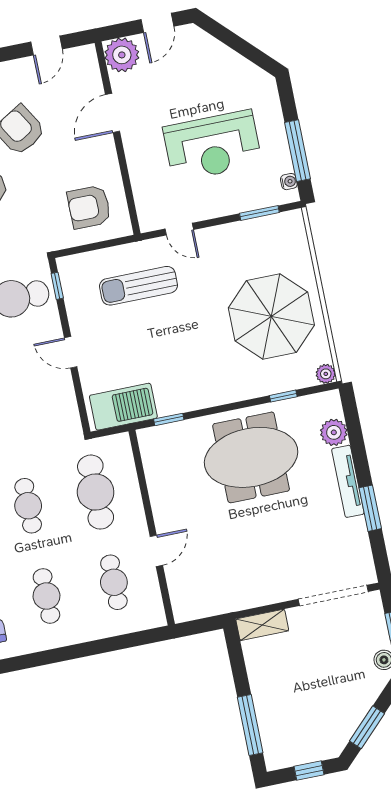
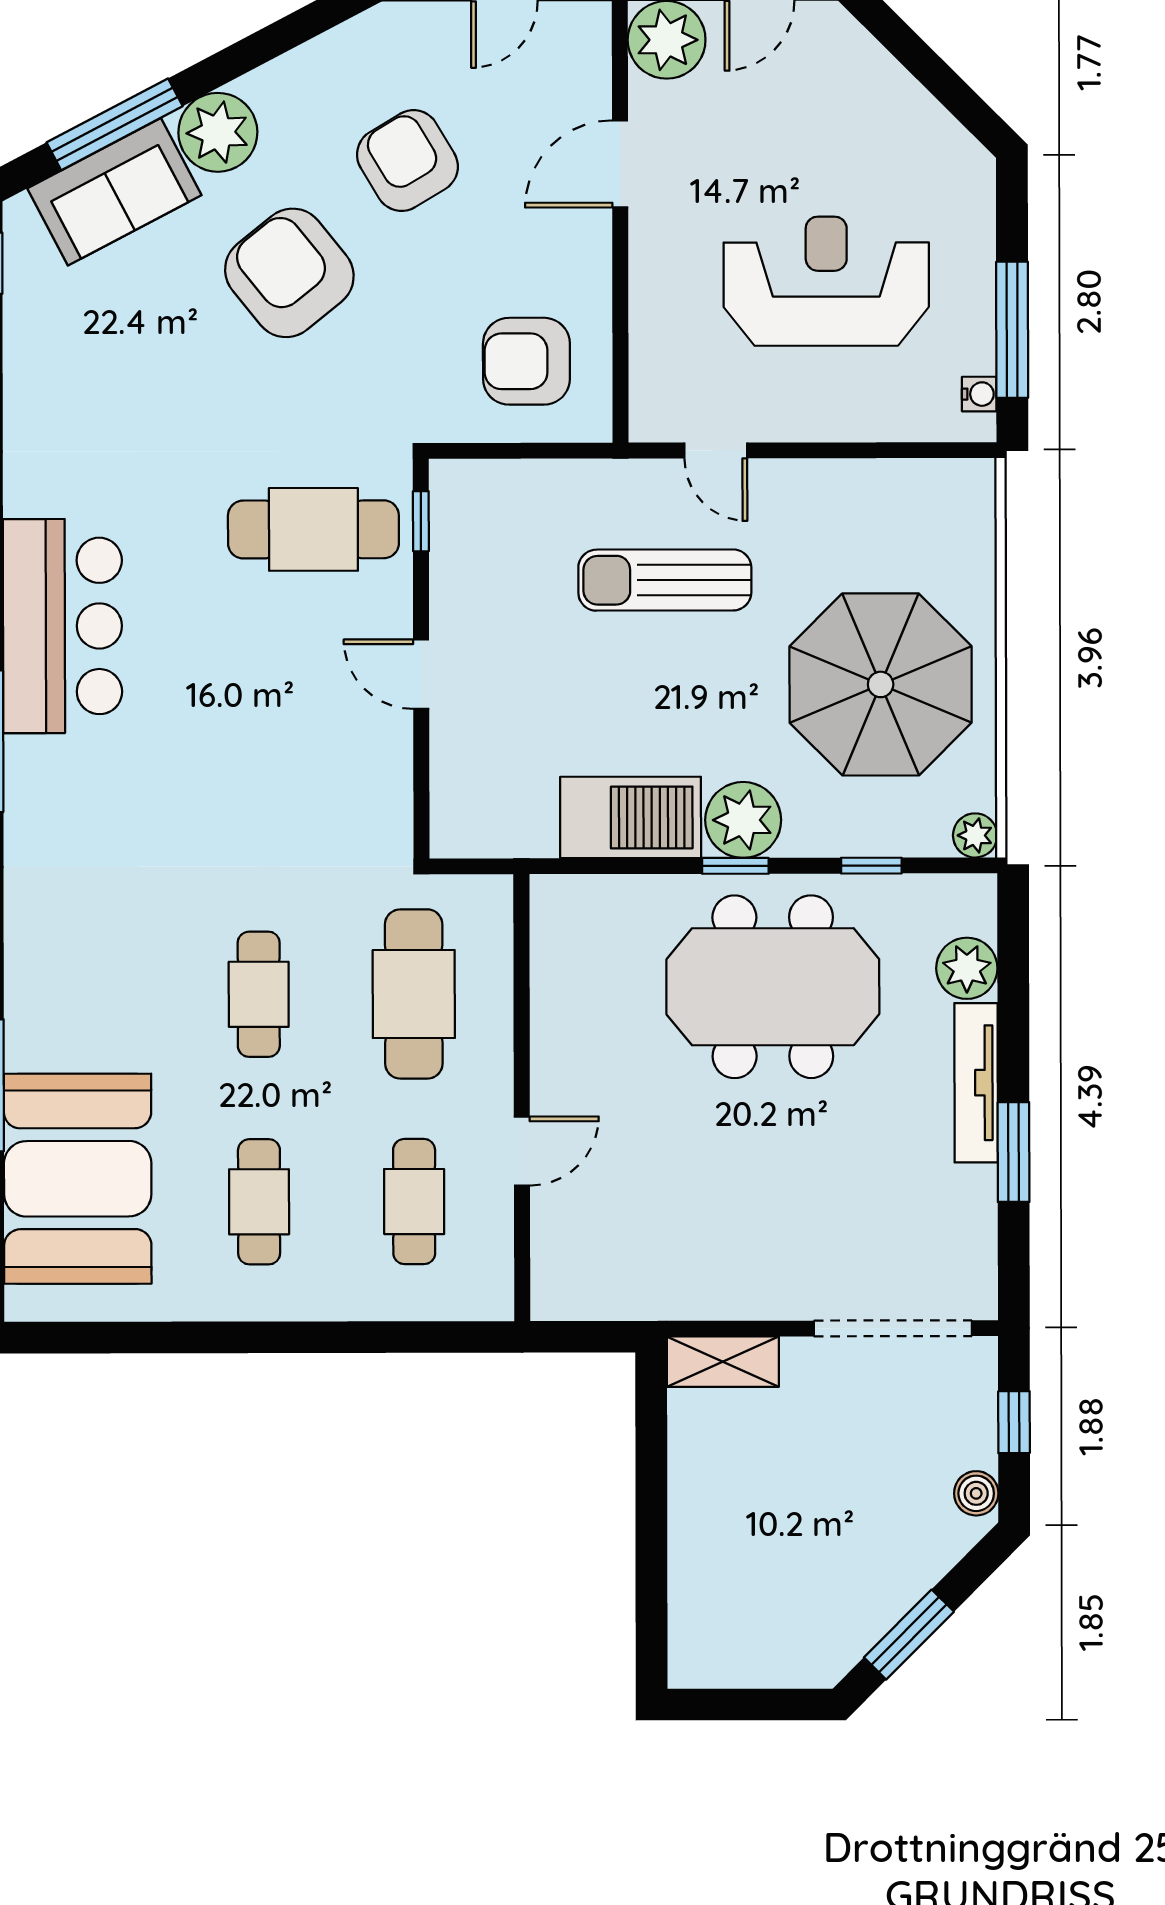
reception desk: (212, 146) -> (826, 281), turned 180
window: (259, 213) -> (900, 450), removed
sun lounger: (139, 286) -> (665, 580), moved
plant: (224, 387) -> (743, 820), added
barbecue: (123, 407) -> (631, 817), moved
window: (169, 419) -> (735, 866), moved
window: (250, 725) -> (651, 1578), removed
window: (309, 771) -> (761, 1704), removed

